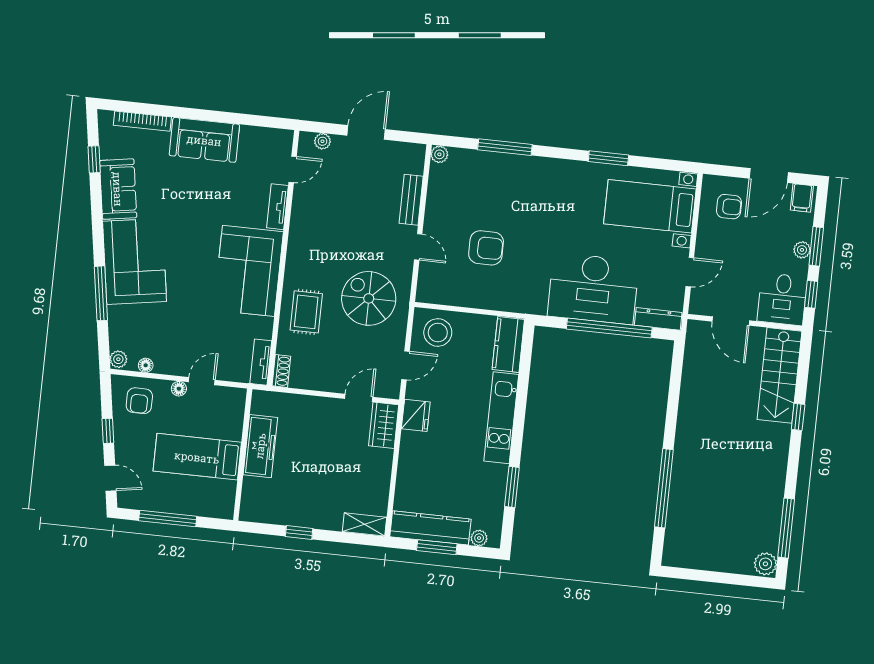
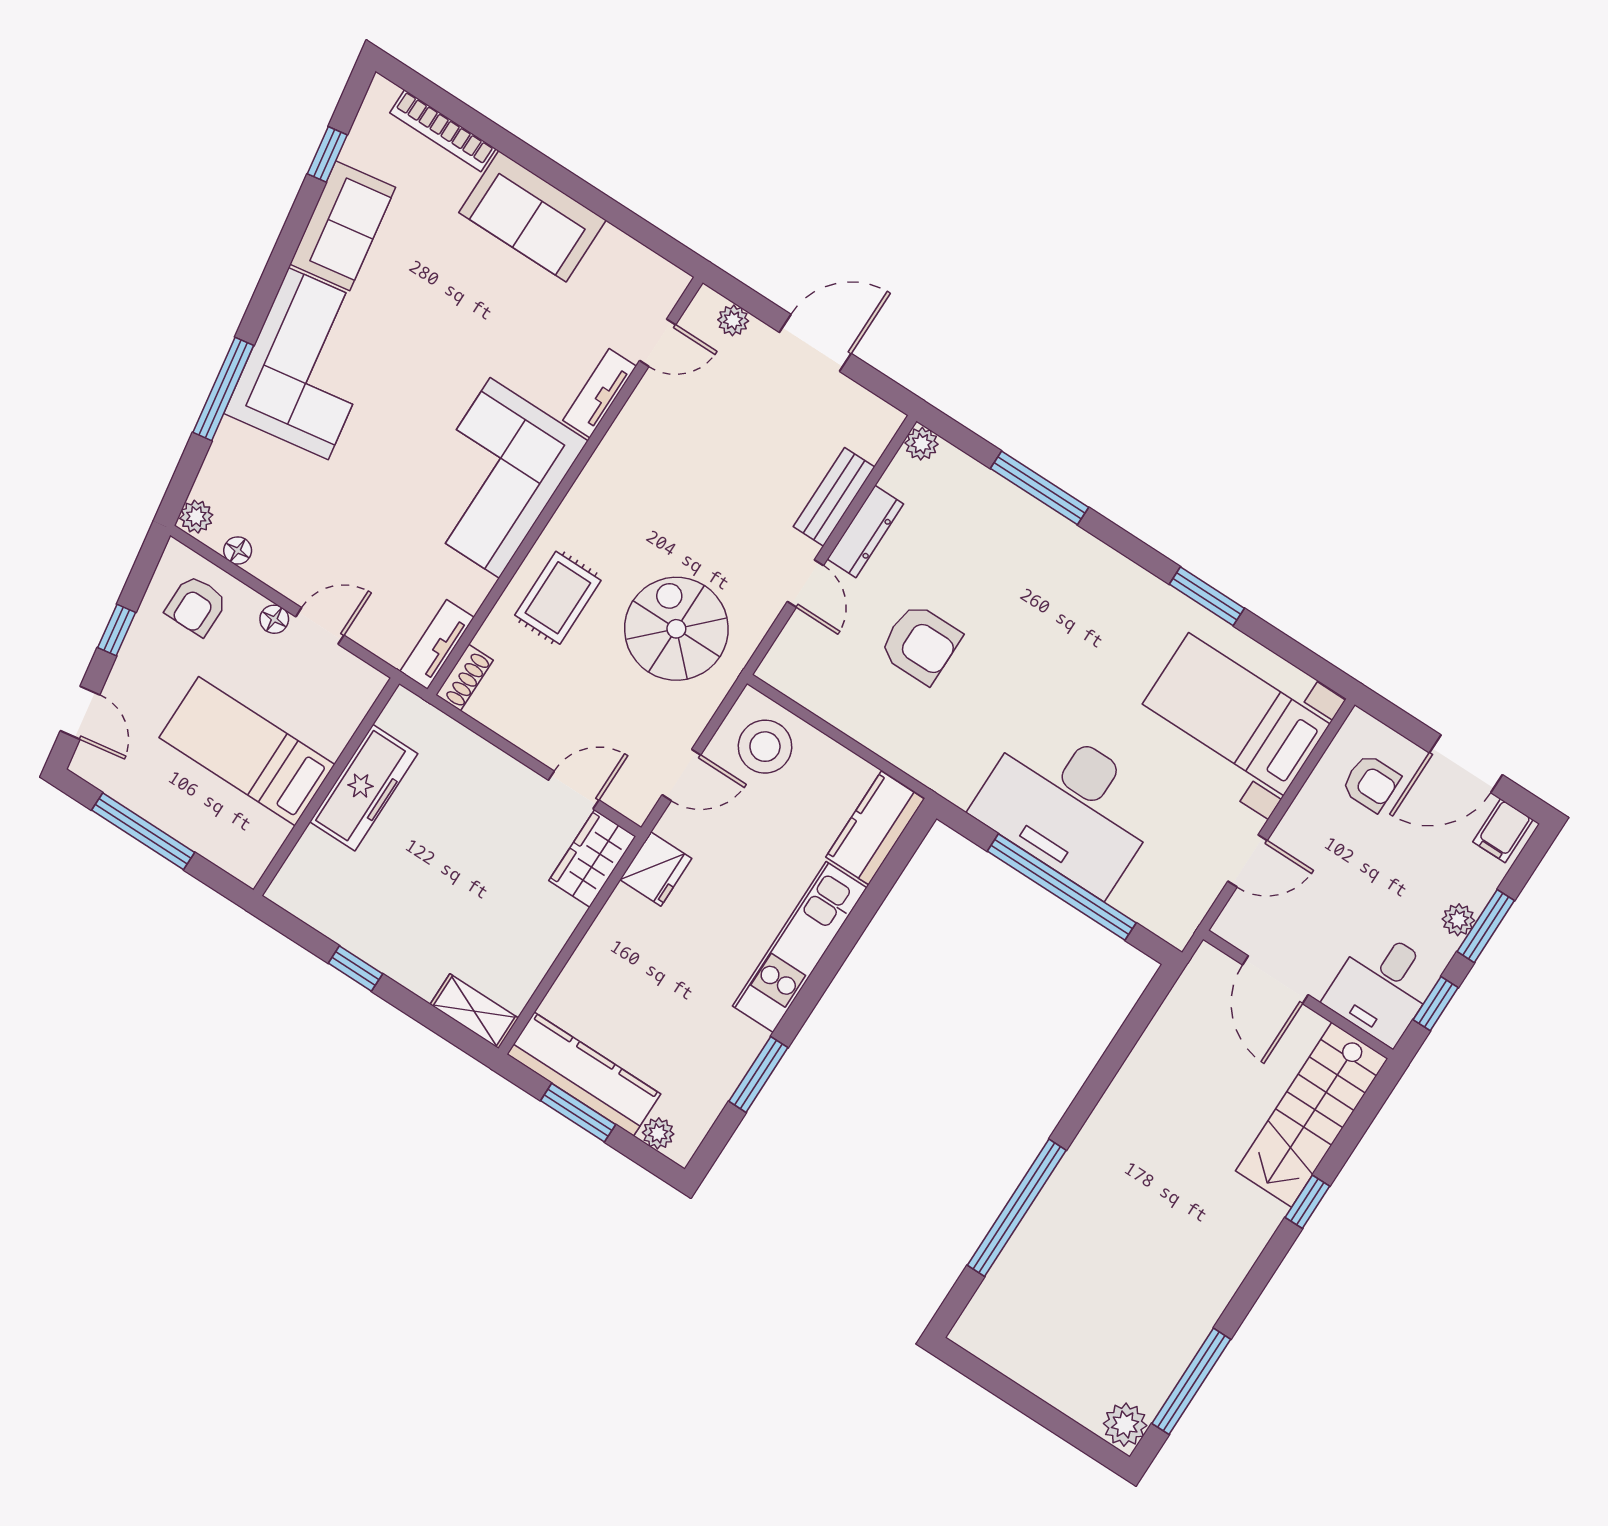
dresser: (658, 319) -> (865, 532), moved, turned 90

